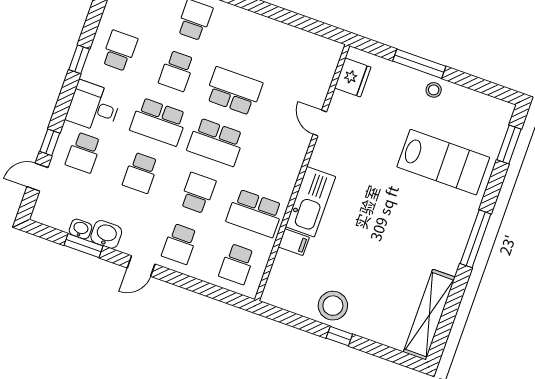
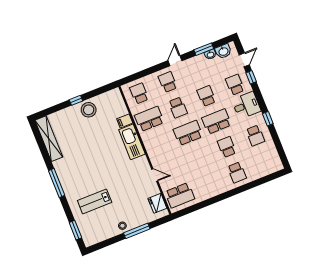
school desk: (234, 91) -> (180, 195), moved
lab bench: (443, 162) -> (95, 201), width x0.73, depth x0.72
washbasin: (106, 234) -> (223, 51), moved

